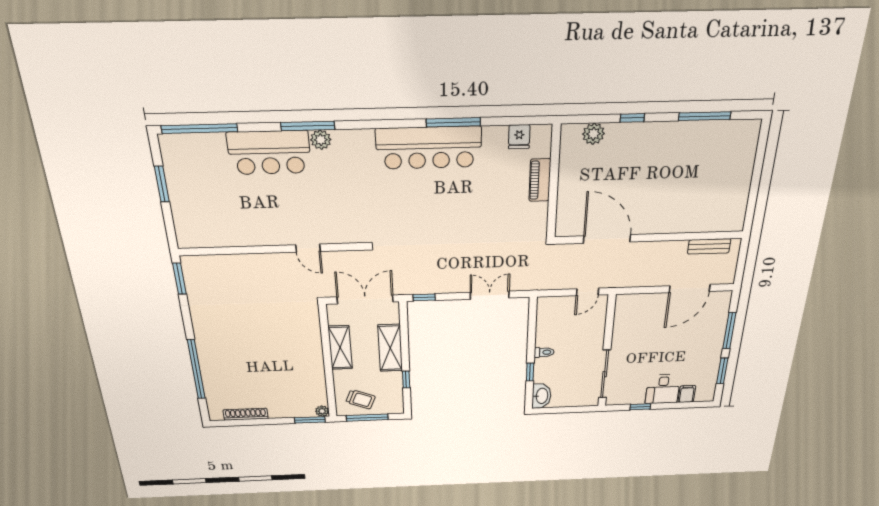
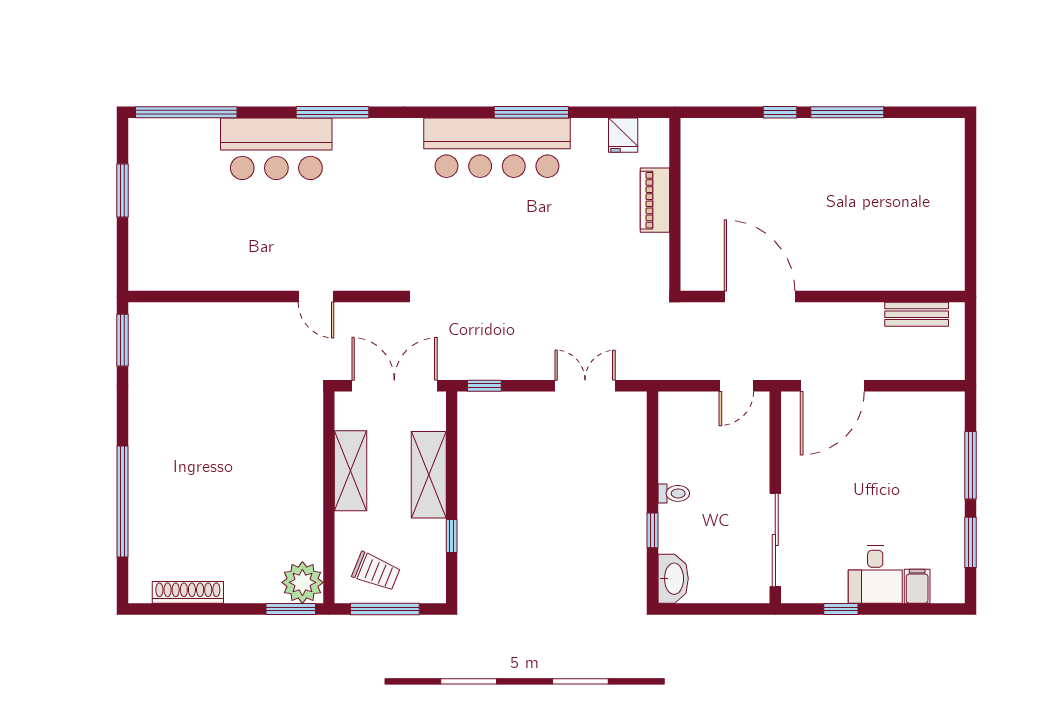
window: (705, 116) -> (847, 112), moved
plant: (593, 134) -> (727, 134), removed
plant: (321, 140) -> (348, 132), removed
door: (690, 289) -> (832, 386), moved
plant: (322, 411) -> (302, 582), width x1.88, depth x1.88

